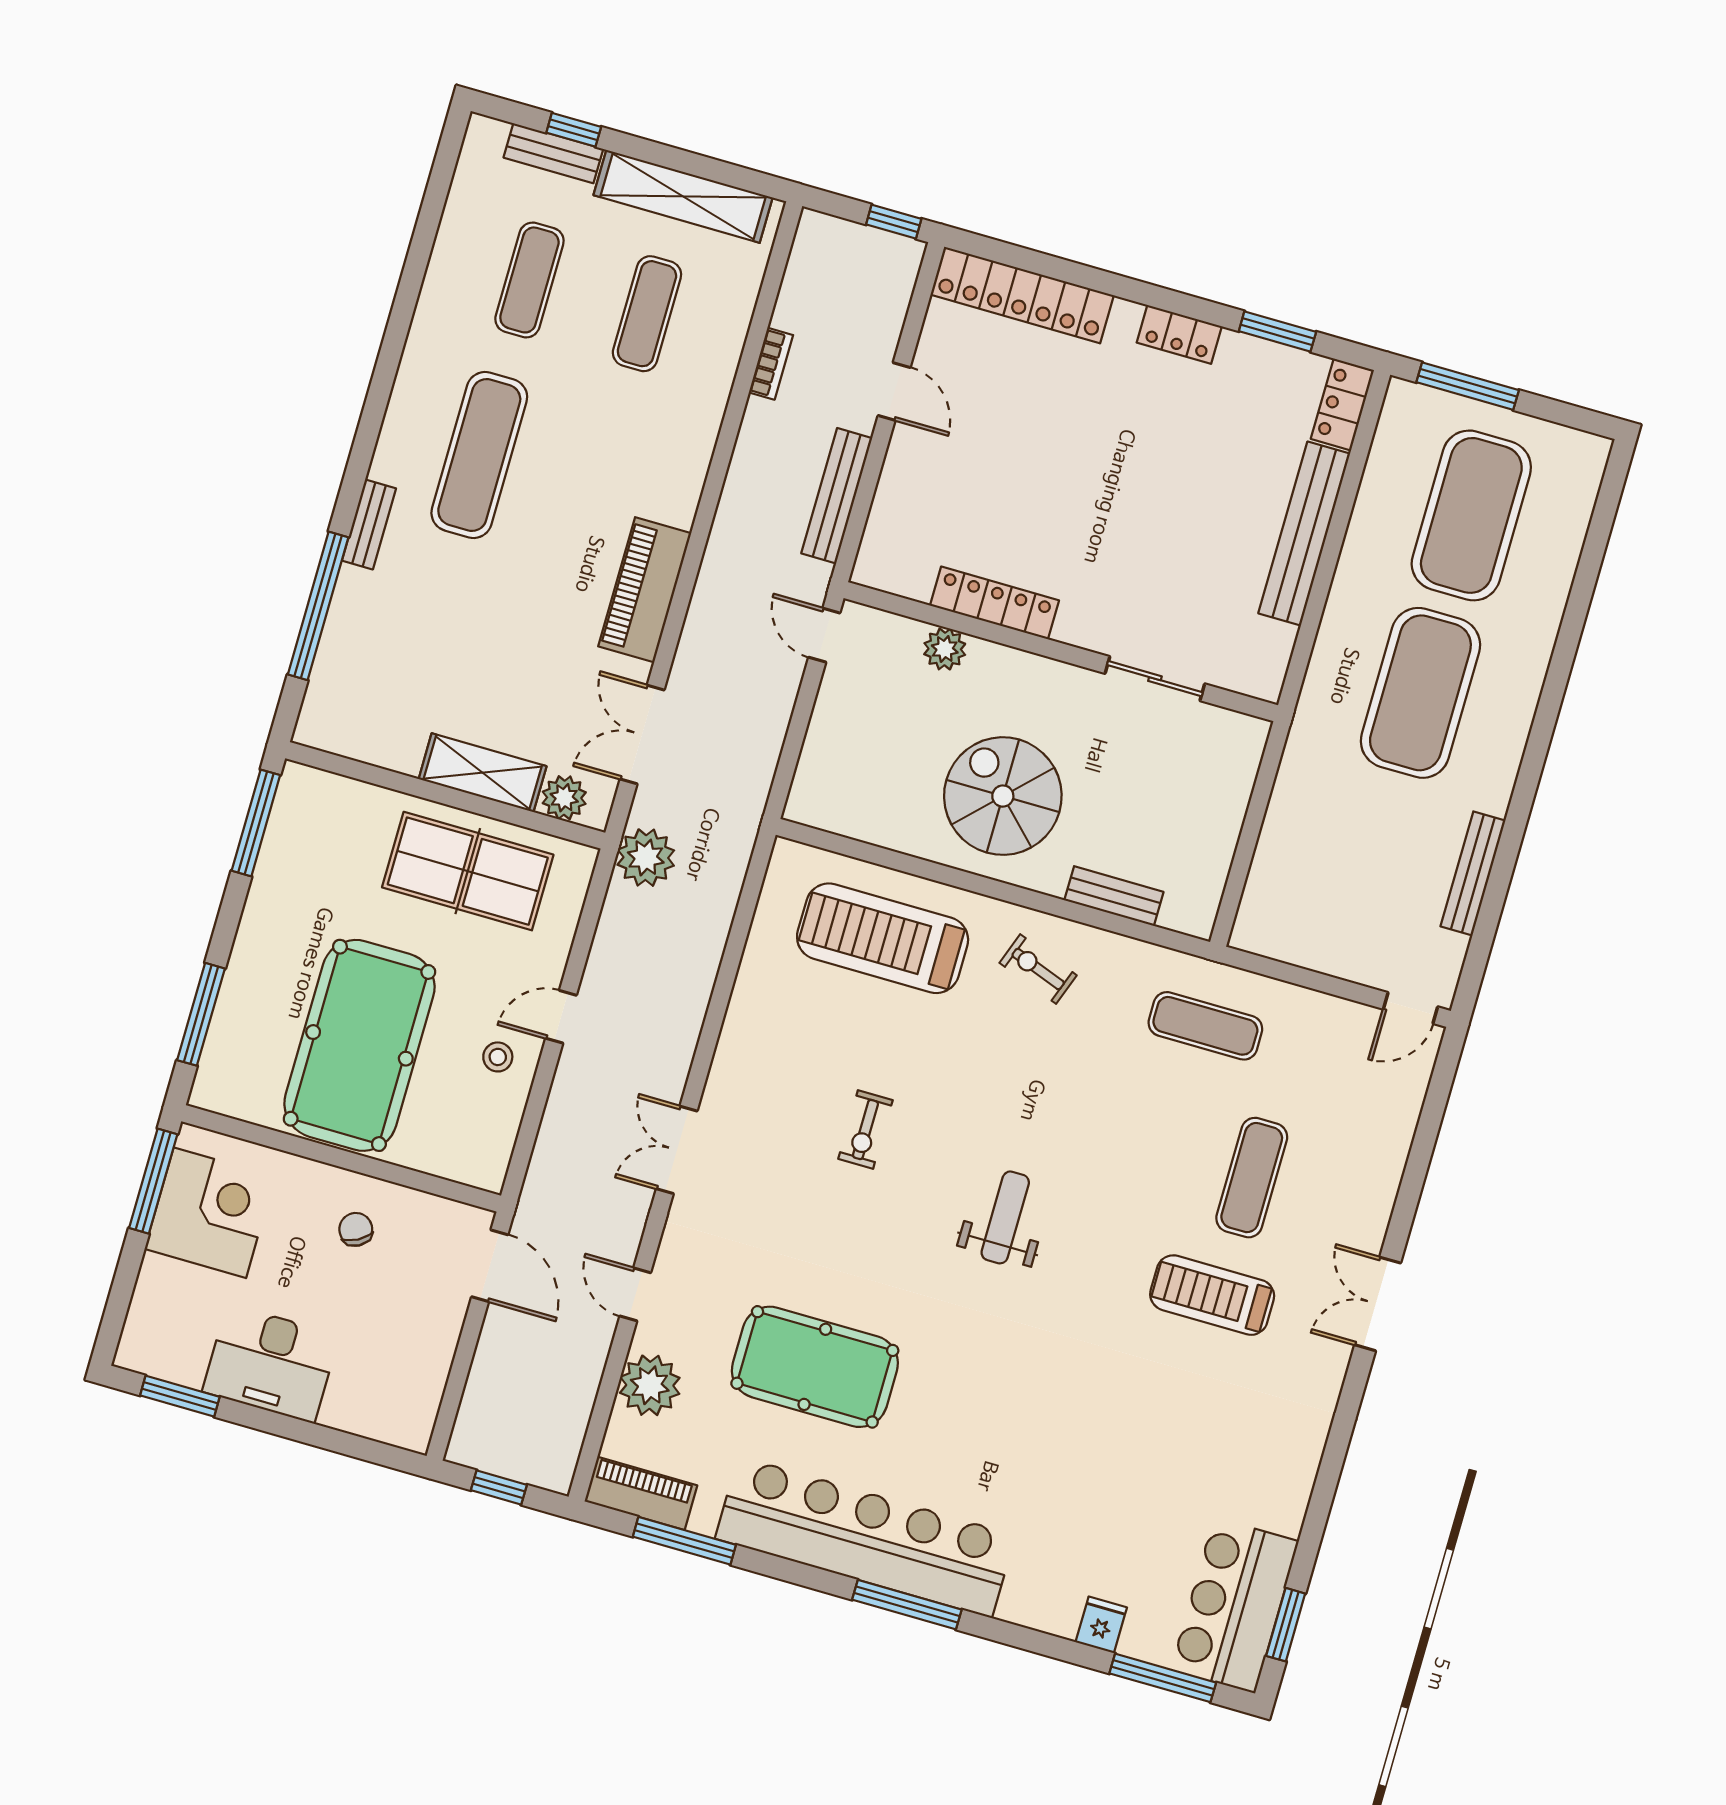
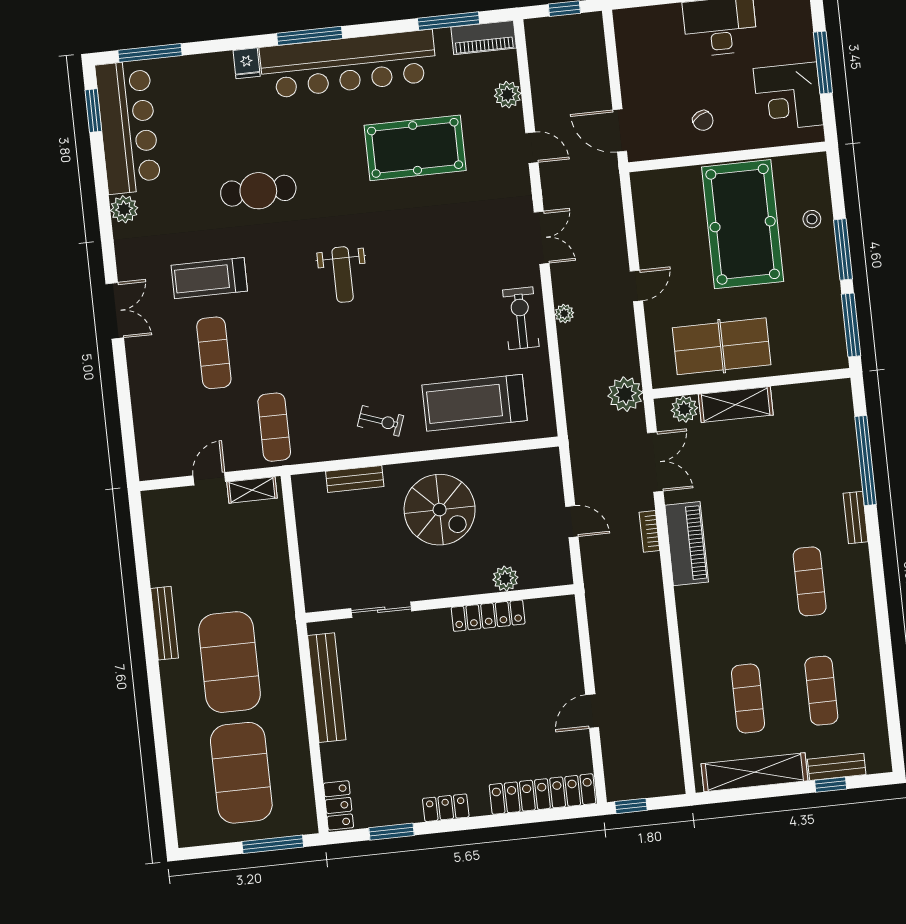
bookcase: (771, 364) -> (649, 531), moved
door: (894, 391) -> (592, 711), hinge flipped
exercise mat: (479, 455) -> (810, 581), width x0.73, depth x0.69
bench: (837, 496) -> (601, 640), removed
bench: (1304, 534) -> (327, 688), moved
door: (824, 635) -> (572, 522), moved
bench: (1473, 873) -> (165, 623), moved
treadmill: (883, 938) -> (475, 403), turned 180
shelving: (1279, 943) -> (252, 490), added
door: (1410, 1008) -> (209, 479), moved
window: (201, 1014) -> (843, 249), moved
plant: (689, 1019) -> (564, 314), added
exercise mat: (1205, 1026) -> (274, 427), turned 90
stool: (498, 1057) -> (812, 219), moved
exercise bike: (865, 1130) -> (521, 318), moved, width x1.38, depth x1.39
window: (153, 1181) -> (823, 62), moved
treadmill: (1212, 1295) -> (209, 278), turned 180
plant: (650, 1385) -> (508, 95), width x0.73, depth x0.73
cafe table: (1082, 1399) -> (258, 191), added
plant: (1300, 1454) -> (124, 209), added
bar counter: (1235, 1605) -> (128, 127), width x1.36
fridge: (1101, 1625) -> (247, 63), moved

